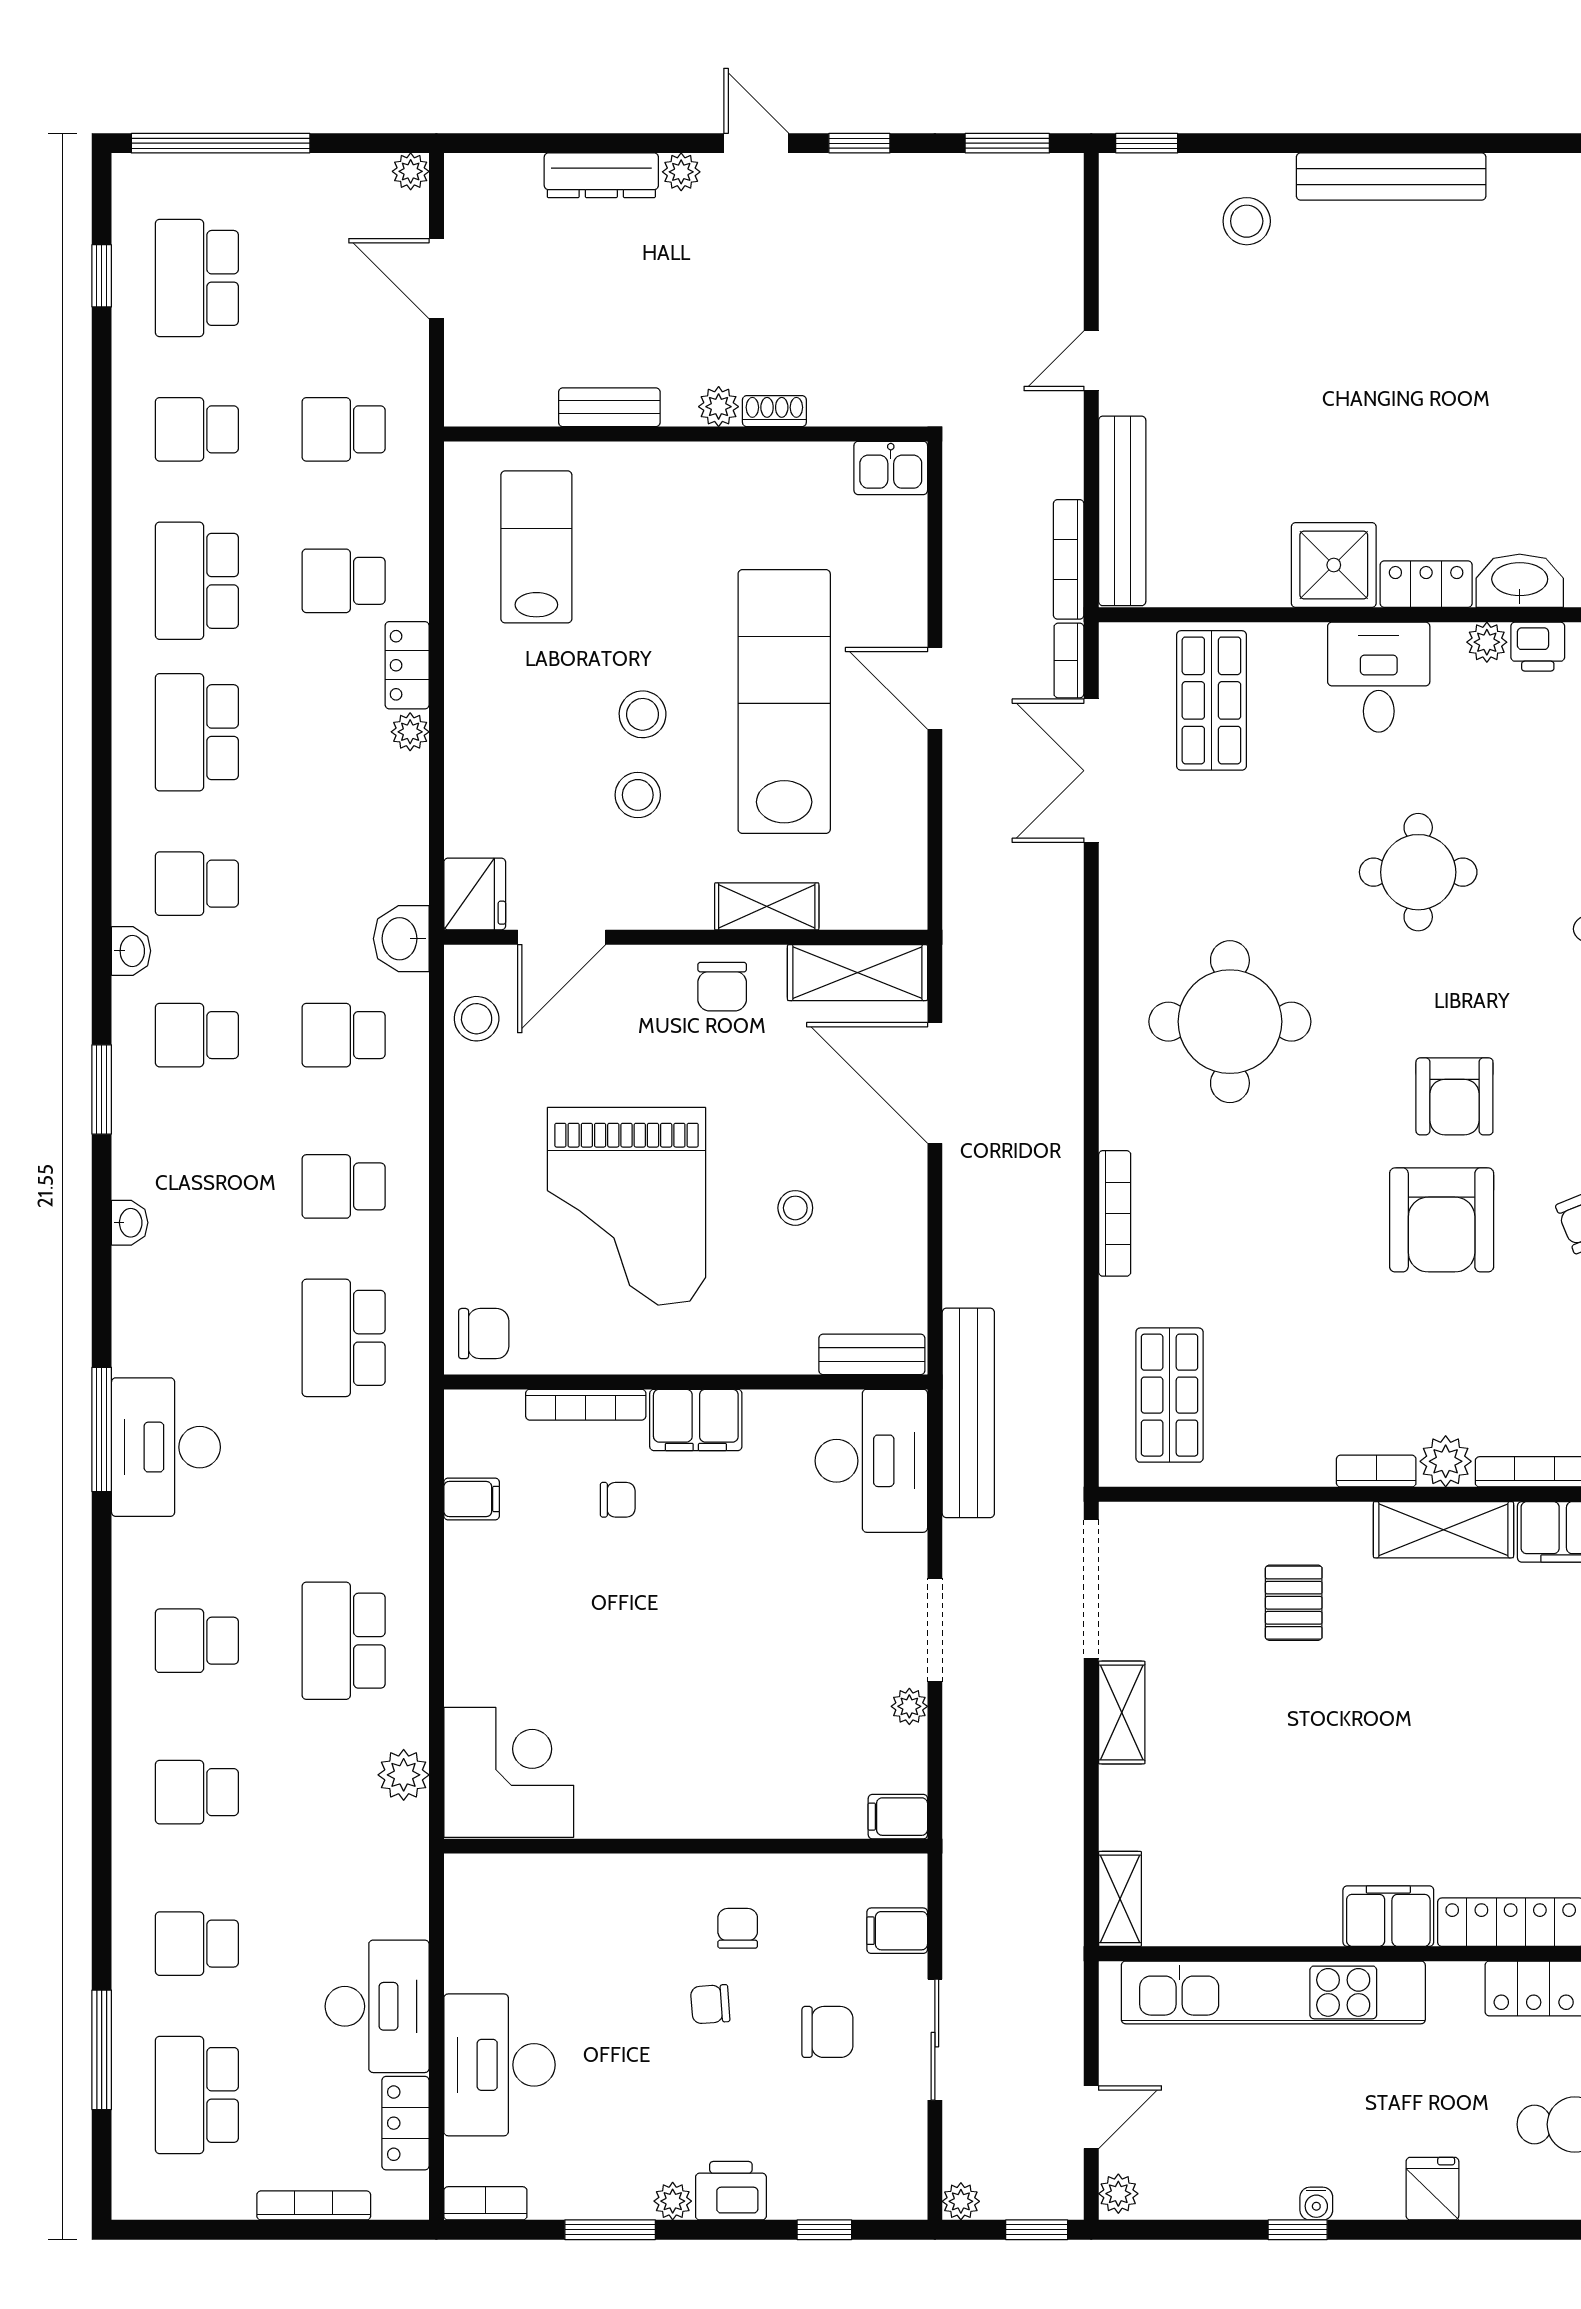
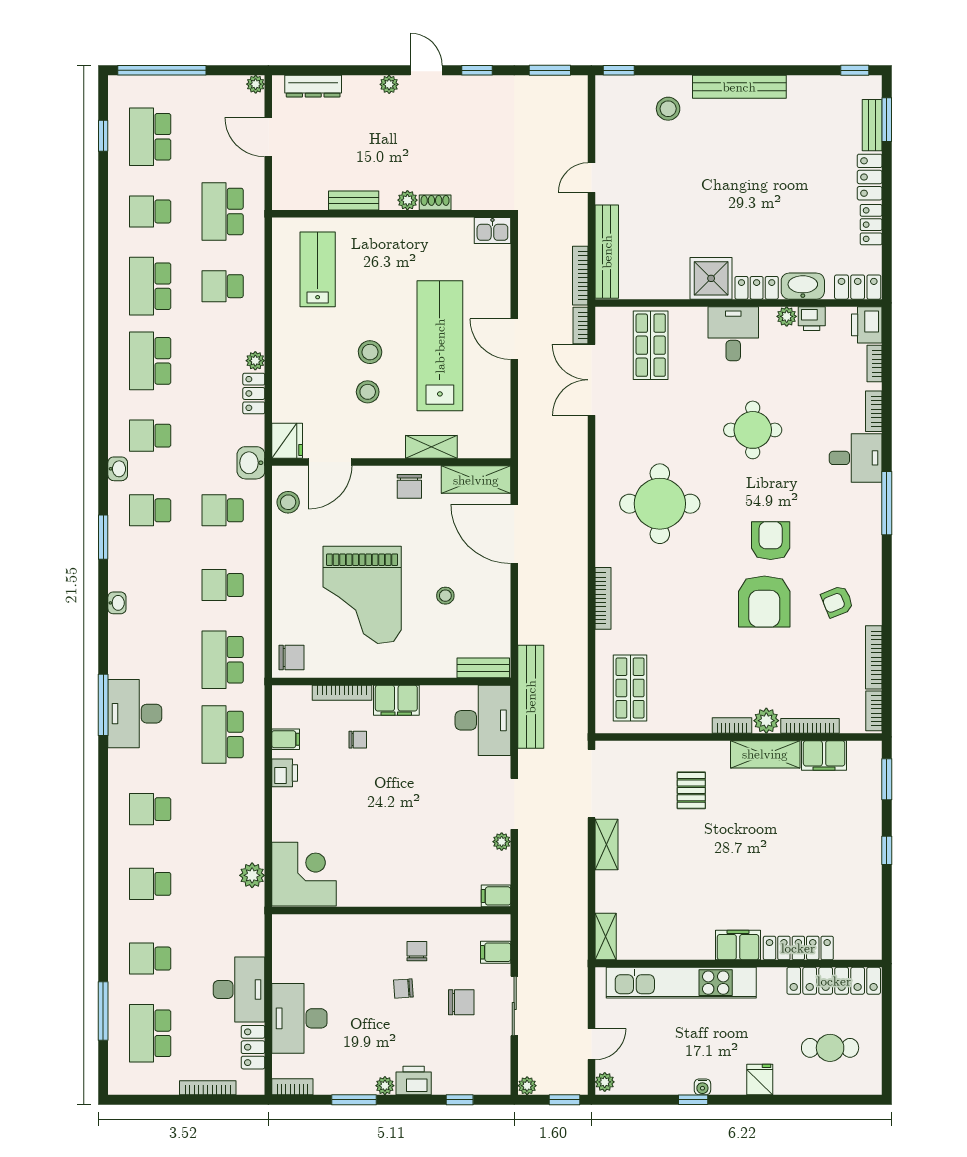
dresser: (601, 175) -> (313, 86), moved
school desk: (344, 429) -> (223, 211), width x1.85
locker: (407, 665) -> (254, 393), moved
armchair: (1454, 1096) -> (771, 541), turned 180
printer: (470, 1567) -> (285, 773), added
school desk: (344, 1641) -> (223, 734), moved

